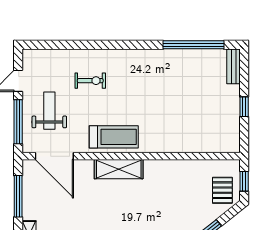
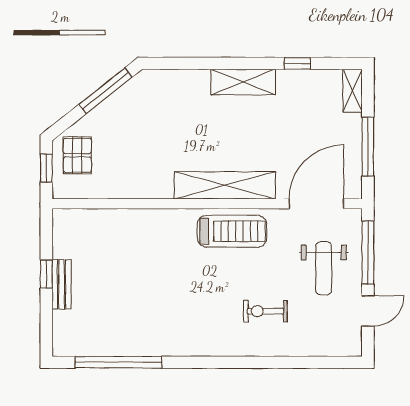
bench: (234, 66) -> (62, 284), moved
treadmill: (114, 137) -> (232, 231), turned 180
door: (54, 156) -> (316, 204), hinge flipped
shelving: (119, 169) -> (225, 185), width x1.47

